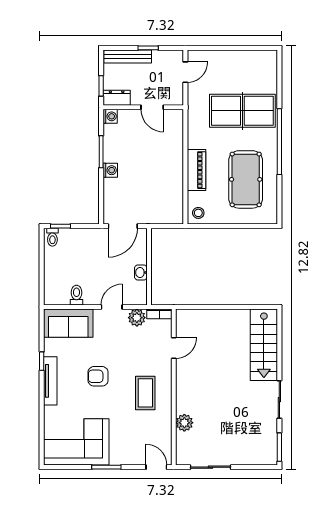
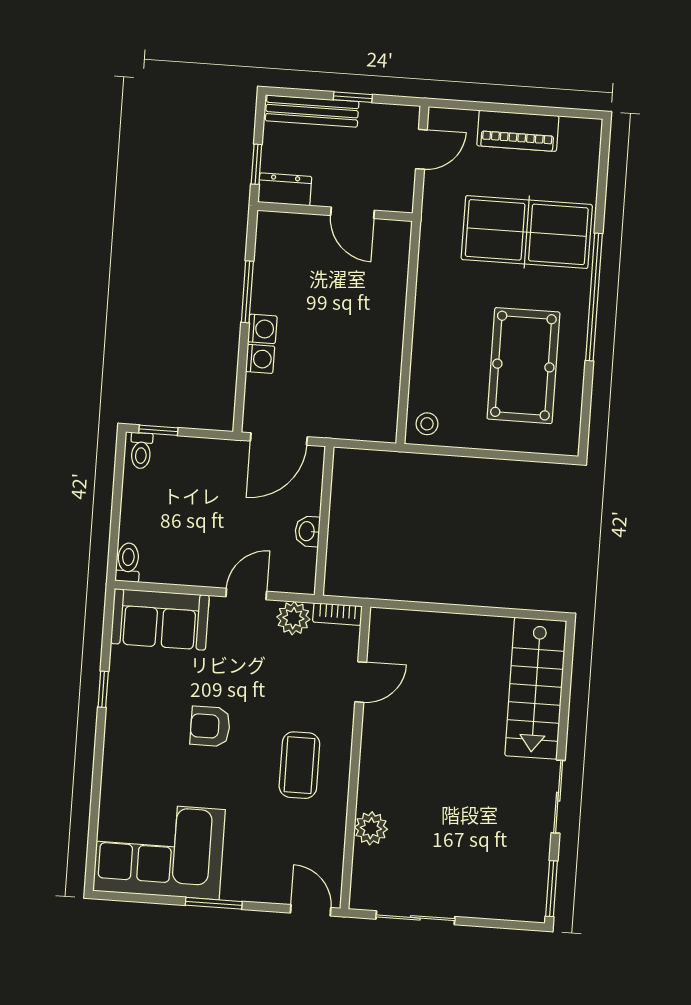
washing machine: (110, 116) -> (260, 359), moved
piano: (196, 170) -> (518, 131), moved, turned 90
toilet: (77, 295) -> (128, 562), moved
tv unit: (50, 381) -> (117, 729), removed

